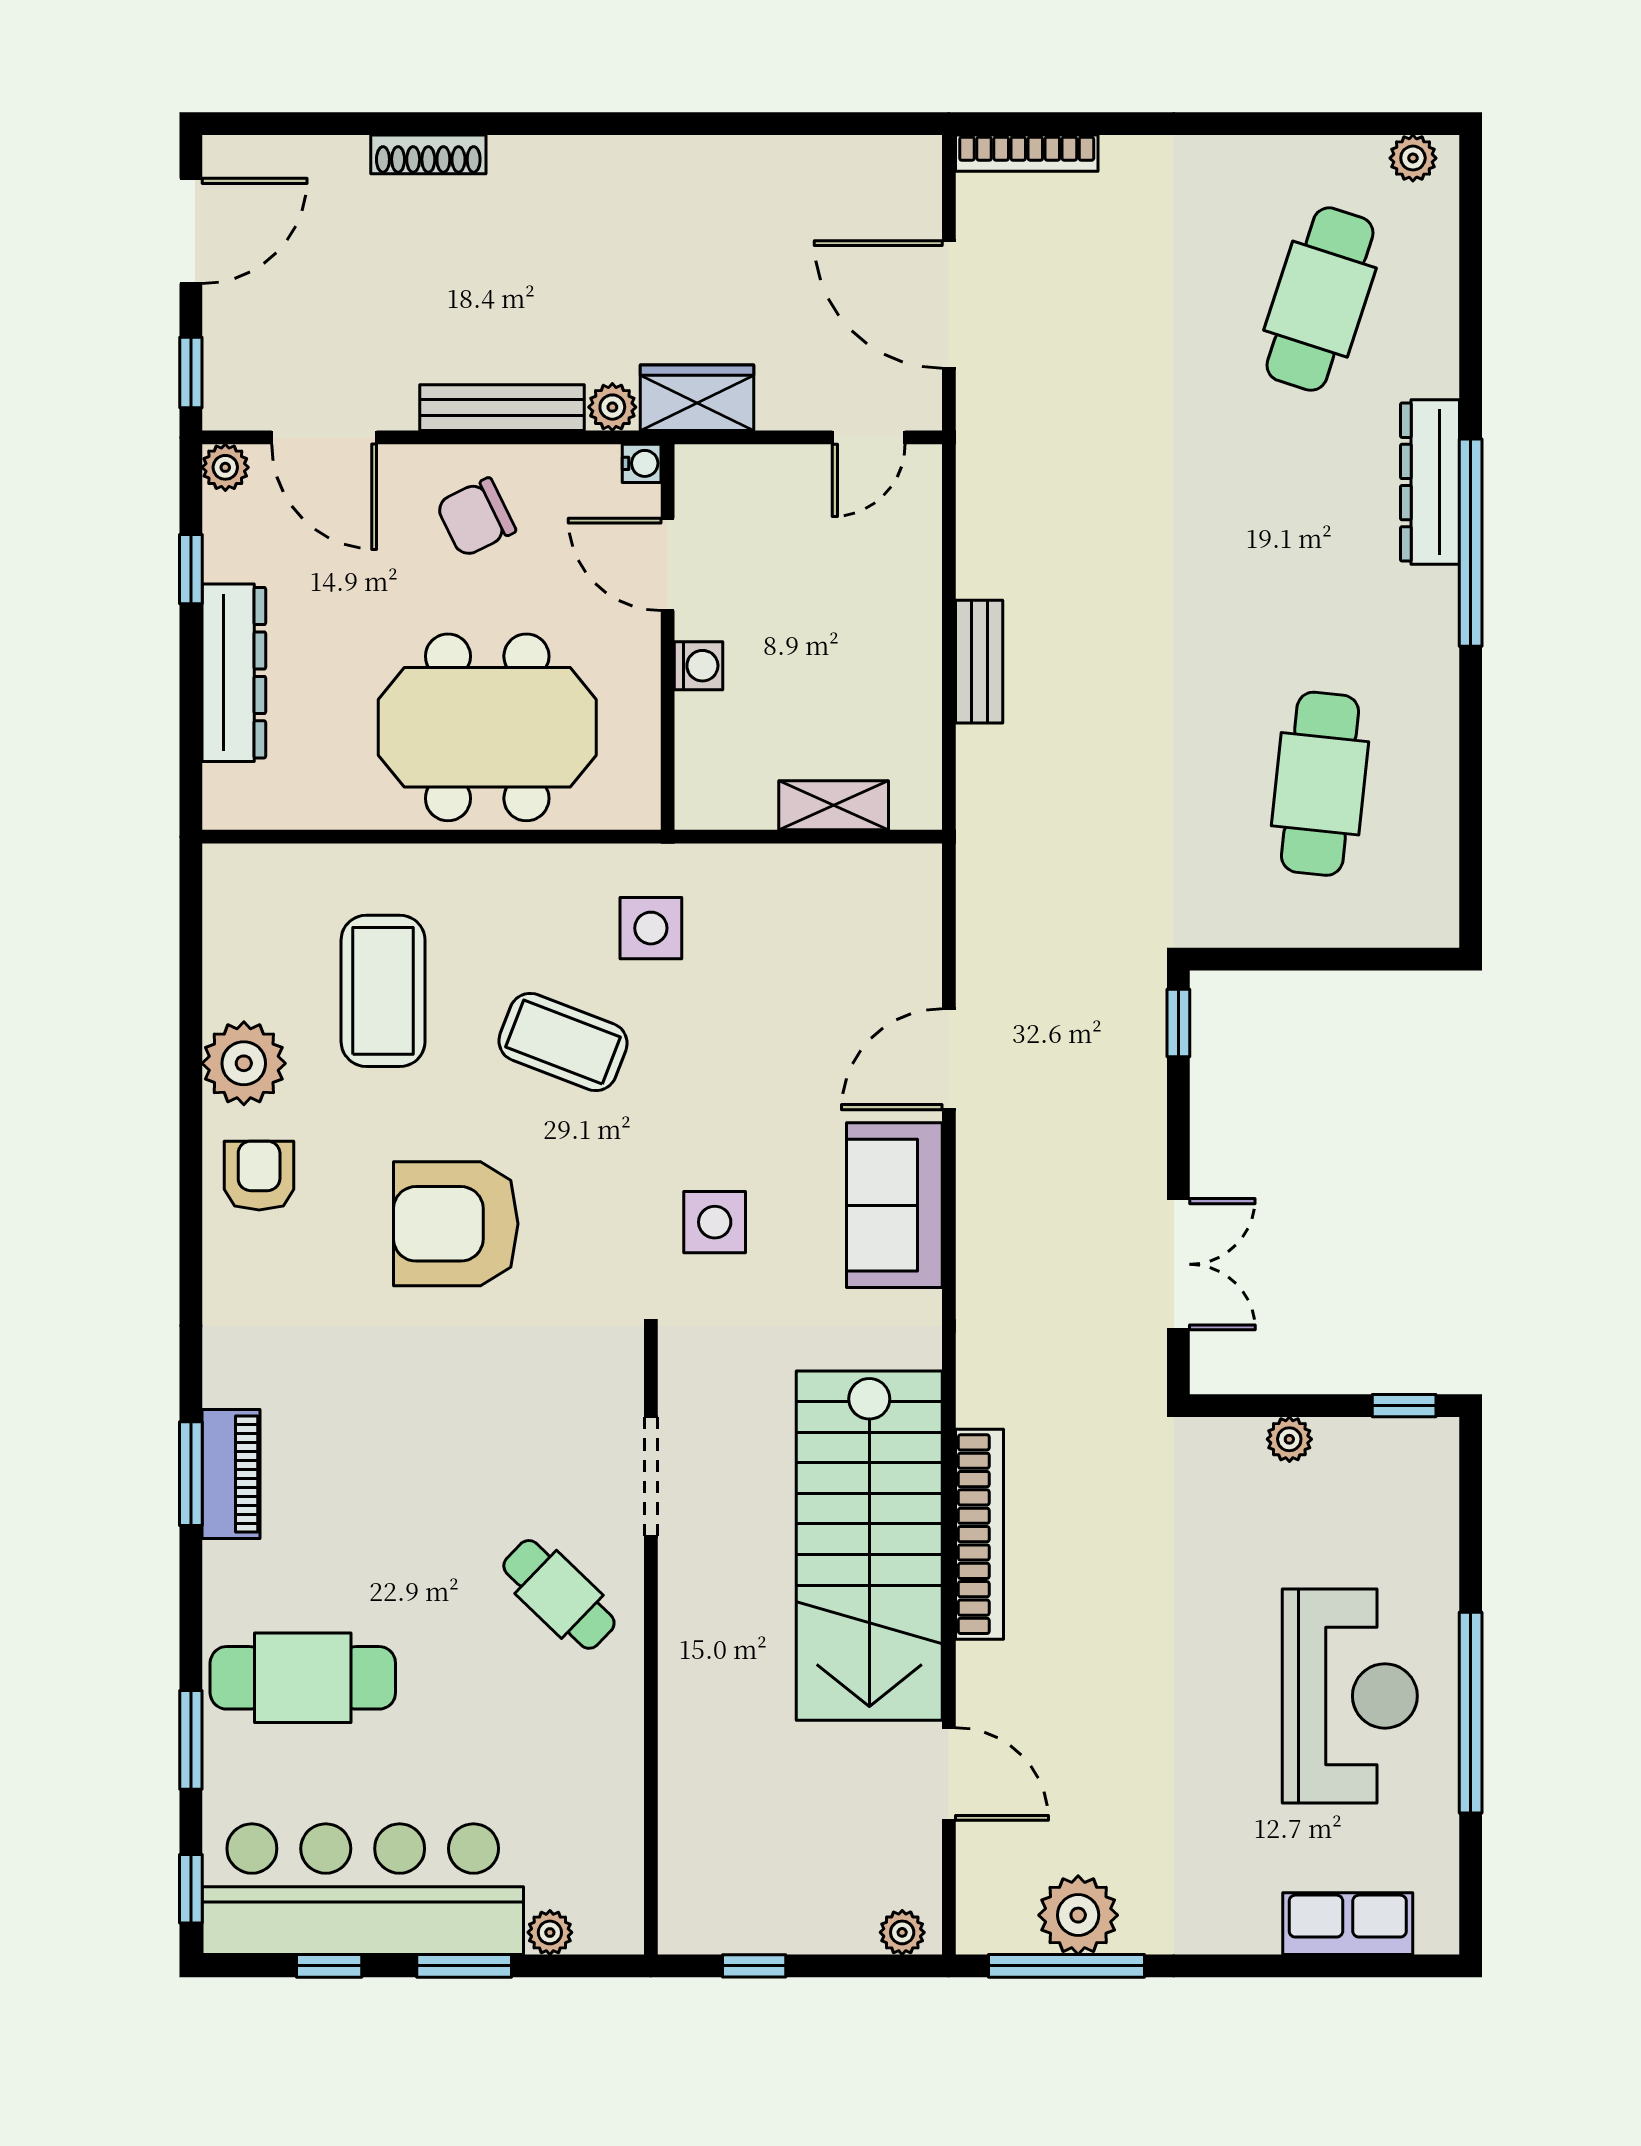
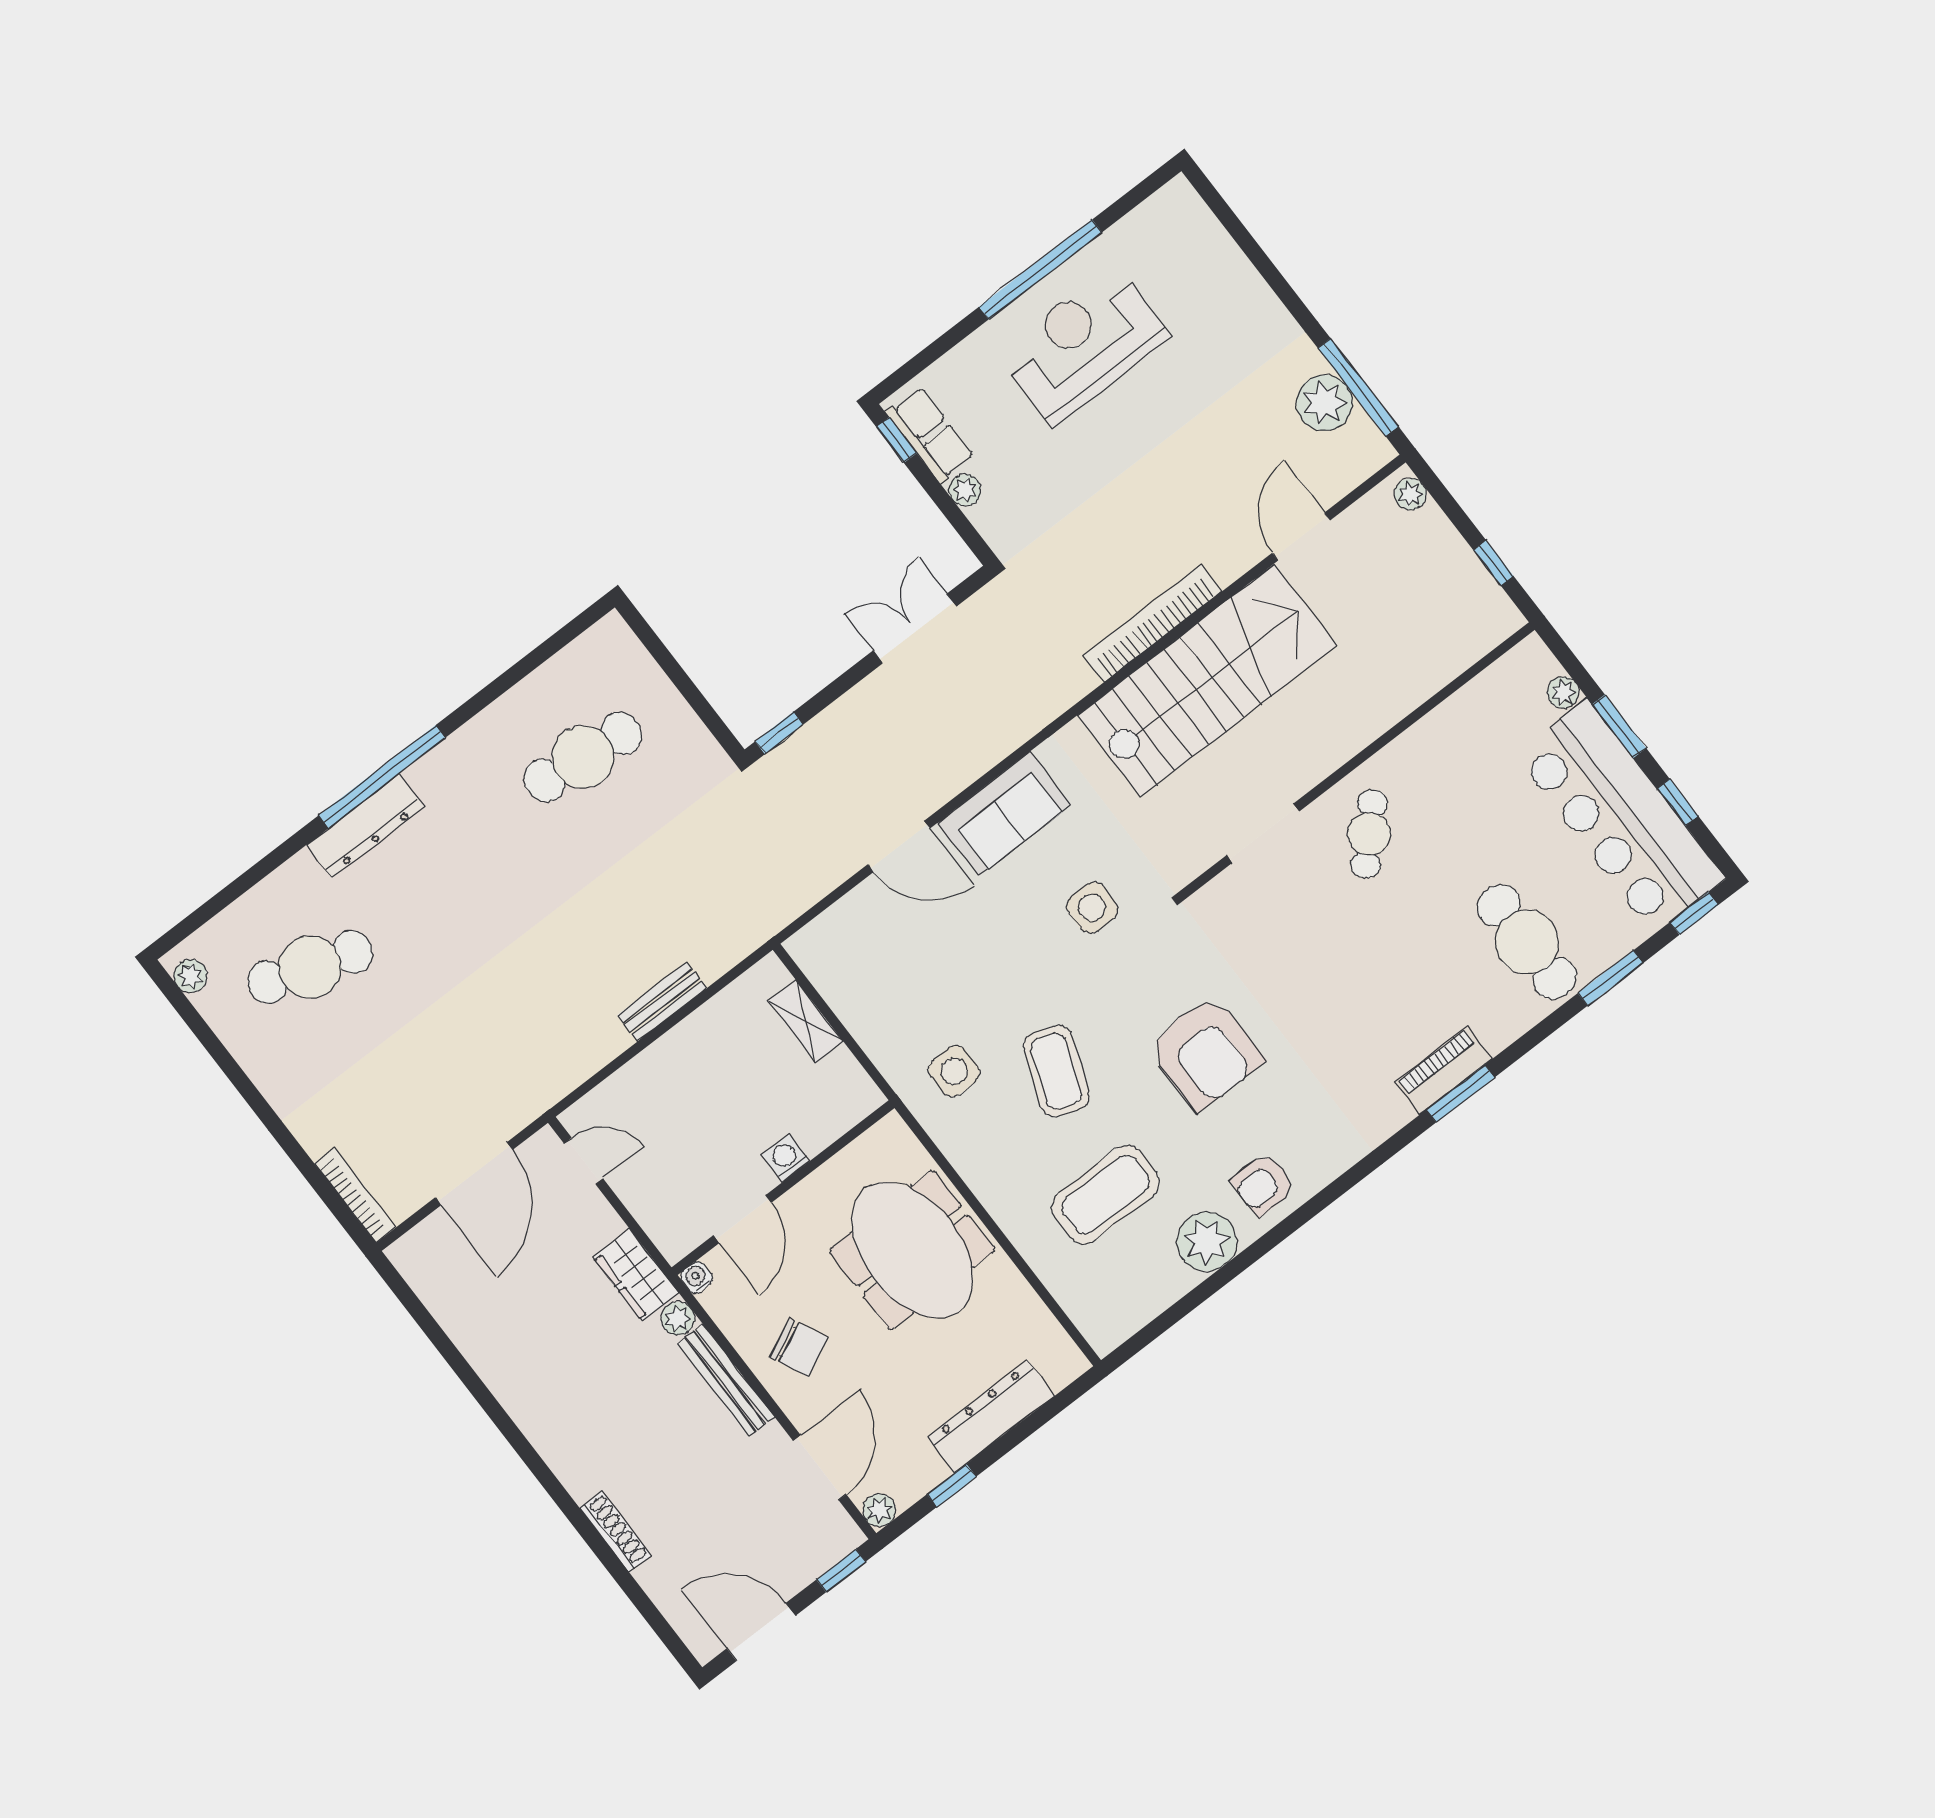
row of seats: (1348, 1924) -> (930, 435), moved, turned 180

